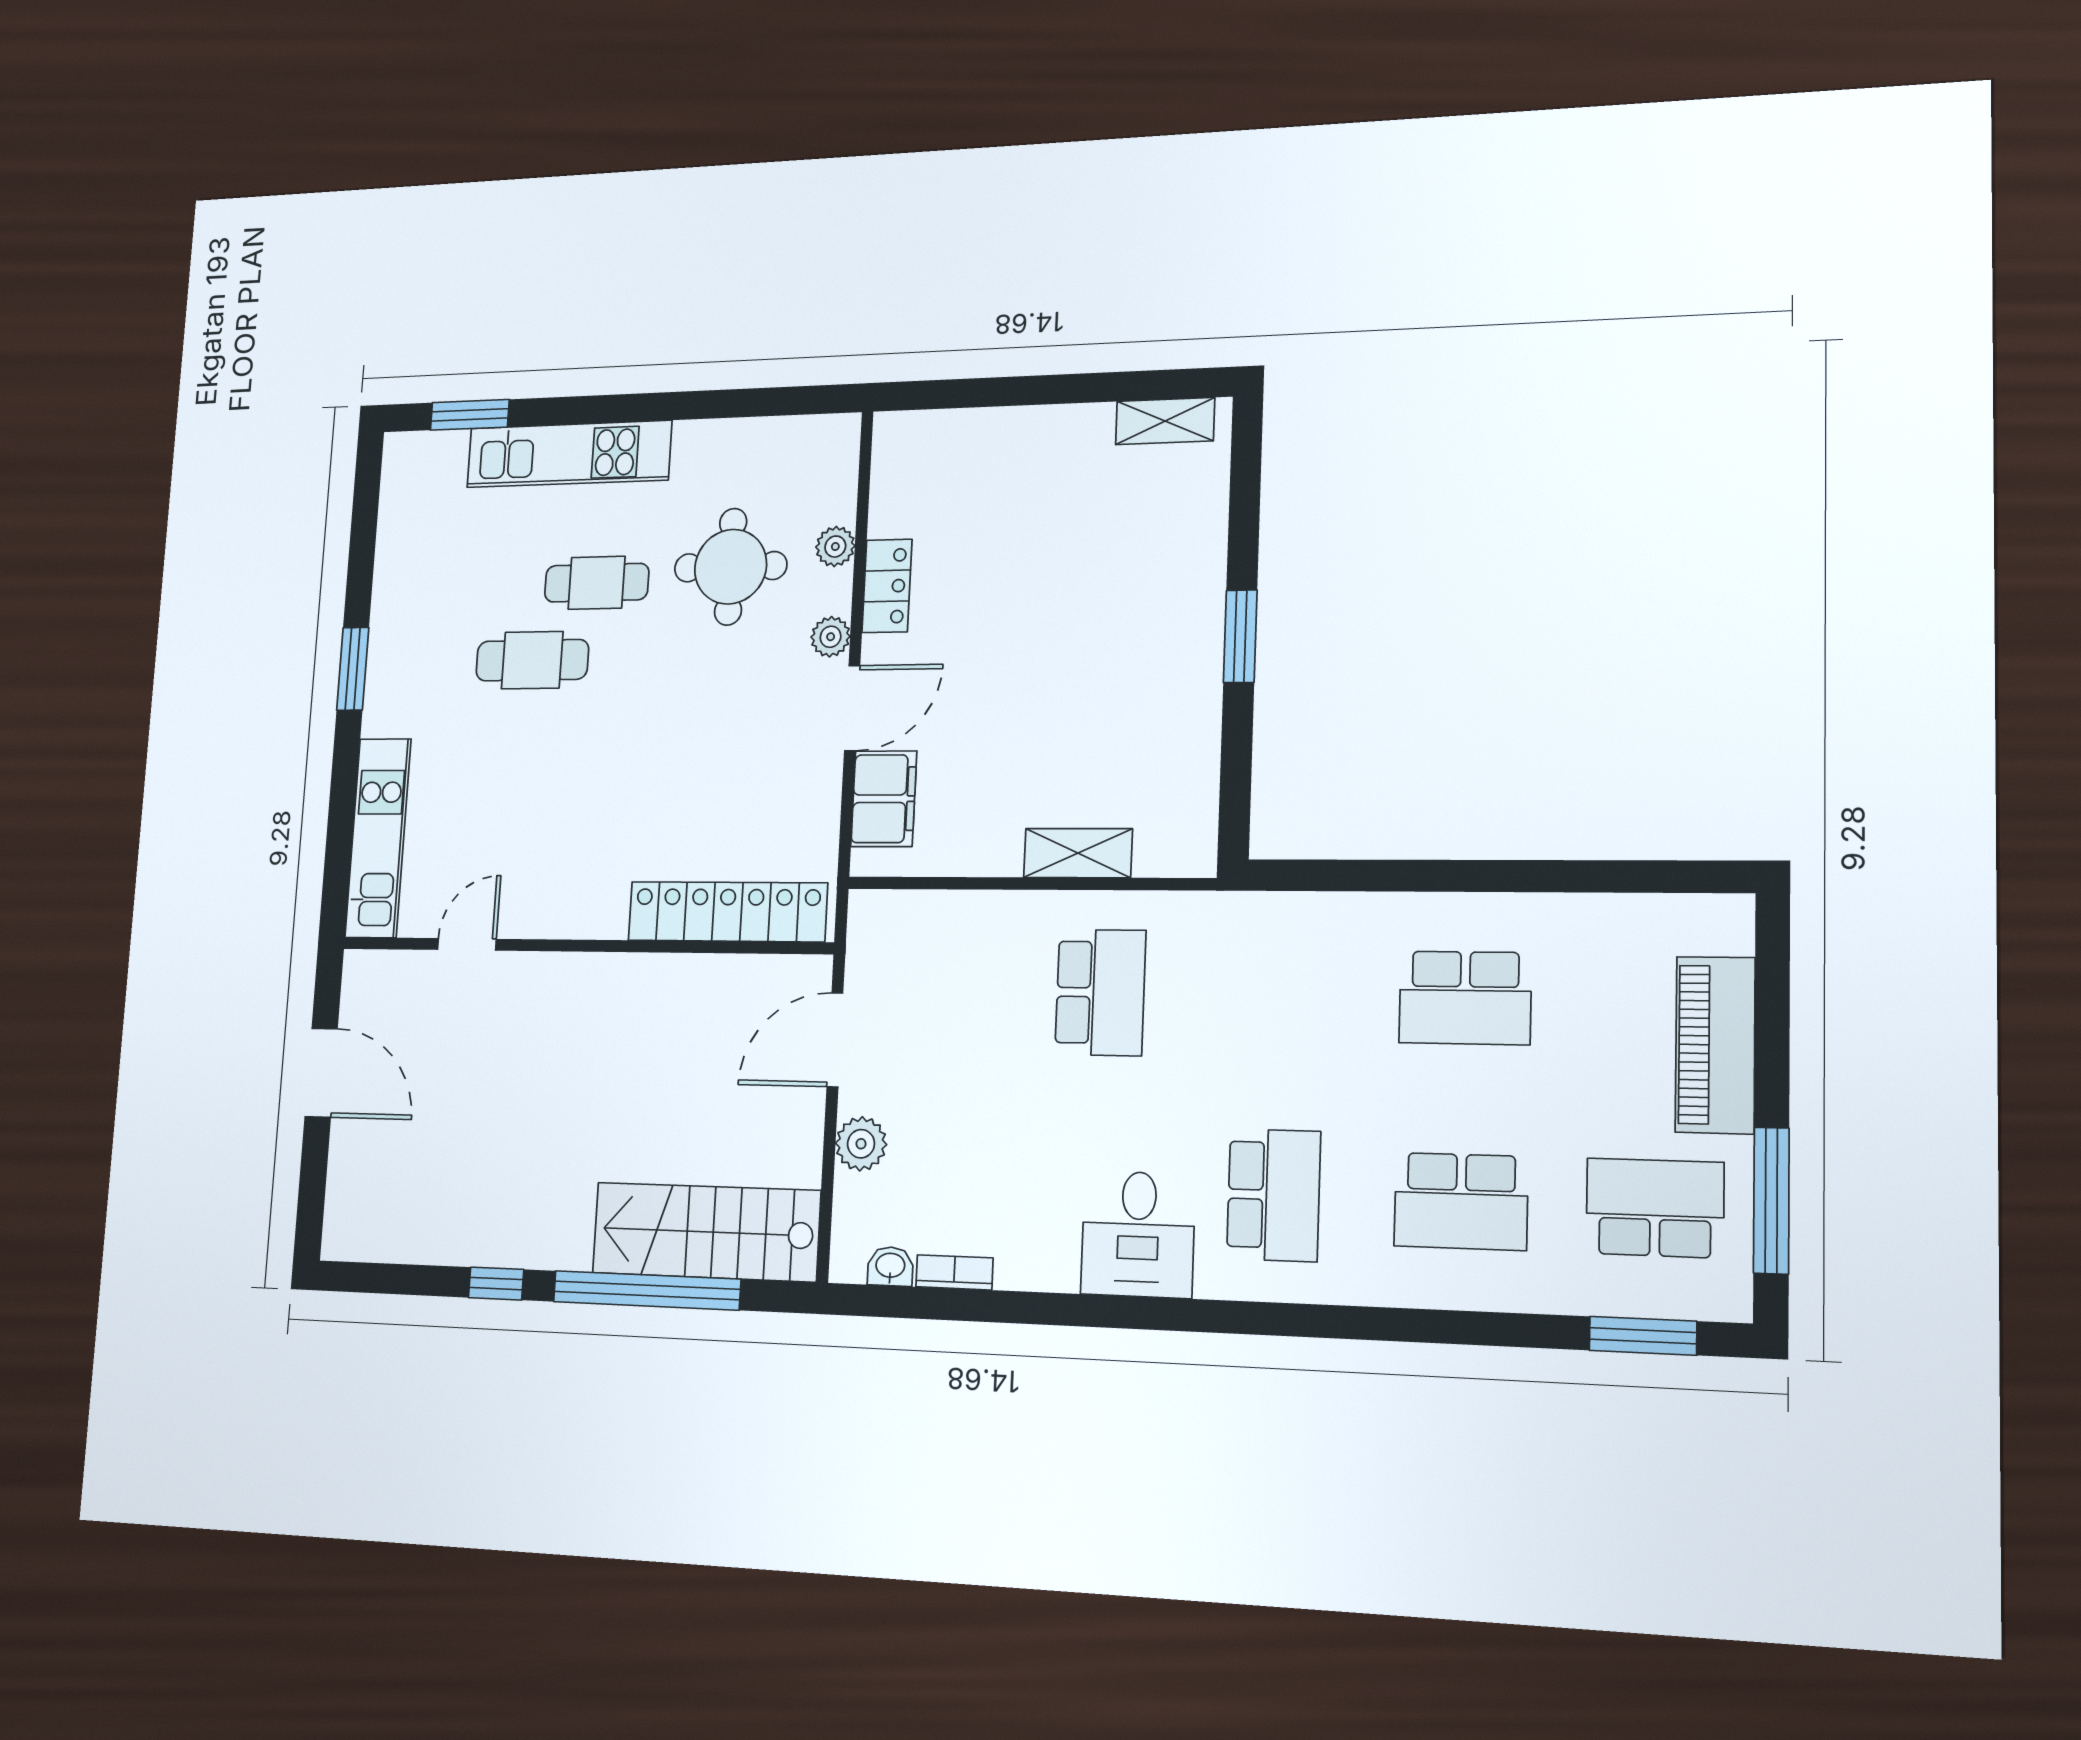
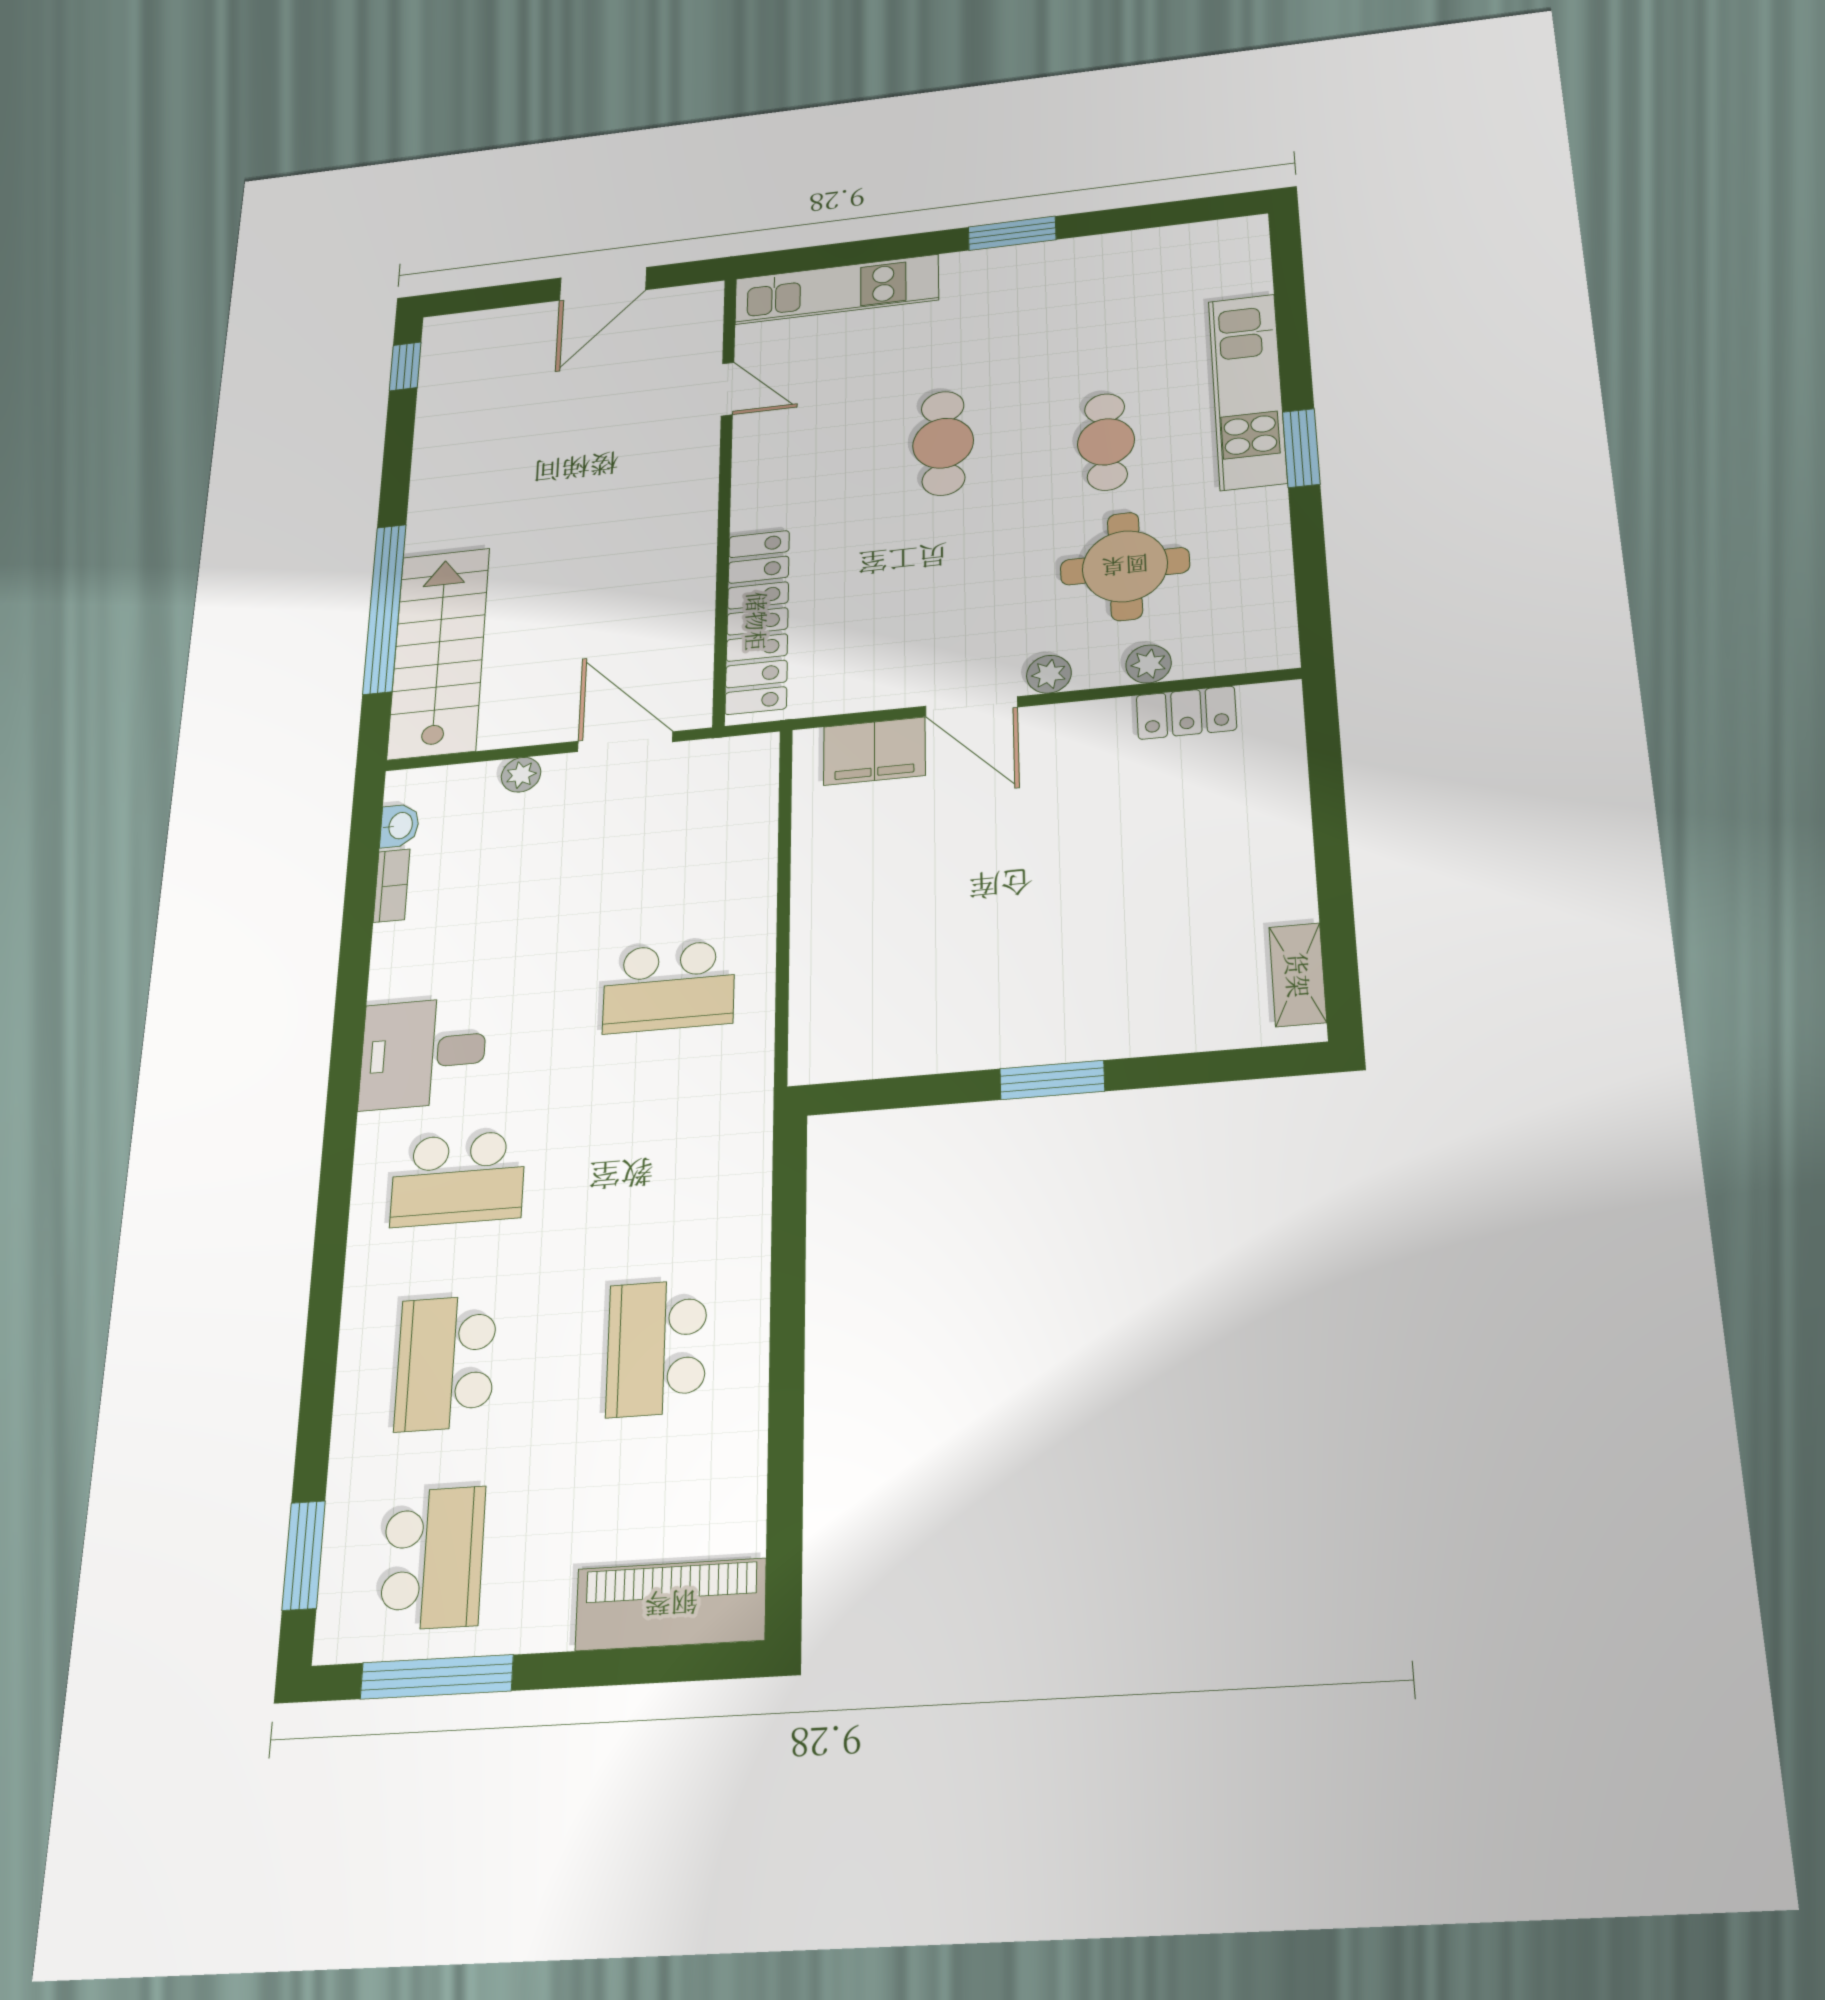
window: (470, 415) -> (1301, 448), moved
locker: (887, 586) -> (1186, 713), moved
cafe table: (532, 660) -> (943, 443), moved
shelving: (1078, 853) -> (815, 947), removed
piano: (1715, 1045) -> (671, 1604), moved
plant: (861, 1144) -> (521, 775), width x0.73, depth x0.73
window: (496, 1284) -> (405, 366), moved

